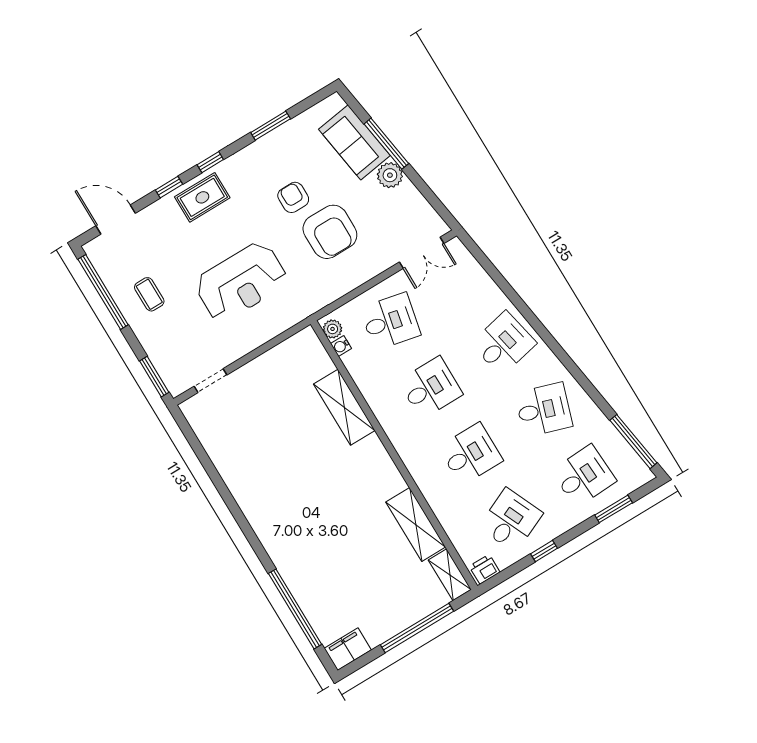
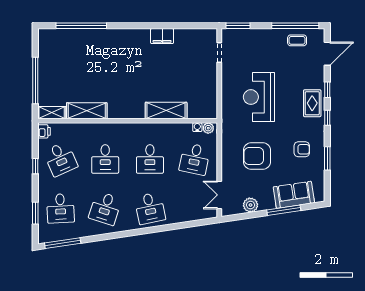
plant: (390, 175) -> (250, 205), moved
armchair: (293, 197) -> (302, 149), moved
coffee table: (149, 294) -> (297, 40), moved
filing cabinet: (348, 649) -> (162, 36), moved, turned 90

